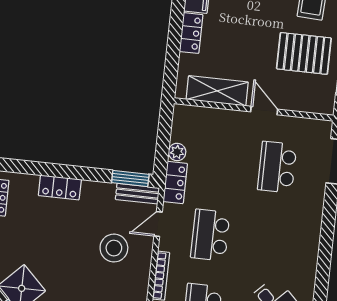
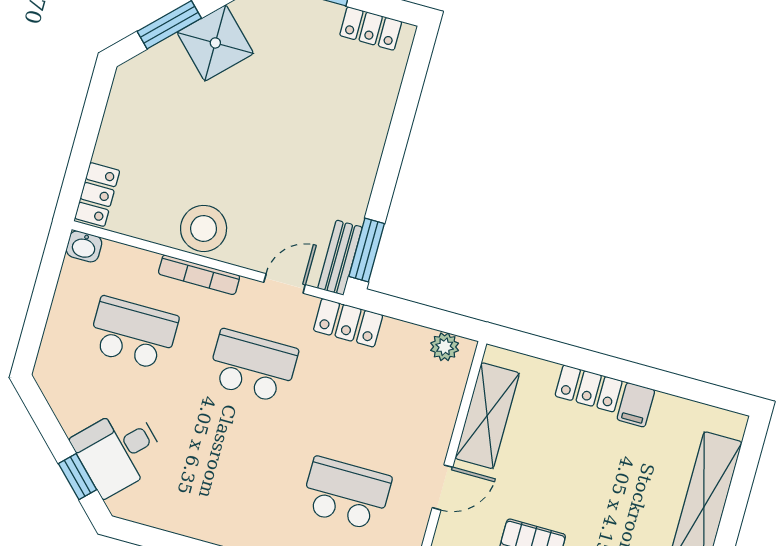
plant: (177, 152) -> (445, 347), moved
locker: (60, 187) -> (371, 132), removed
door: (158, 224) -> (285, 283), hinge flipped
stool: (114, 248) -> (204, 228), moved

